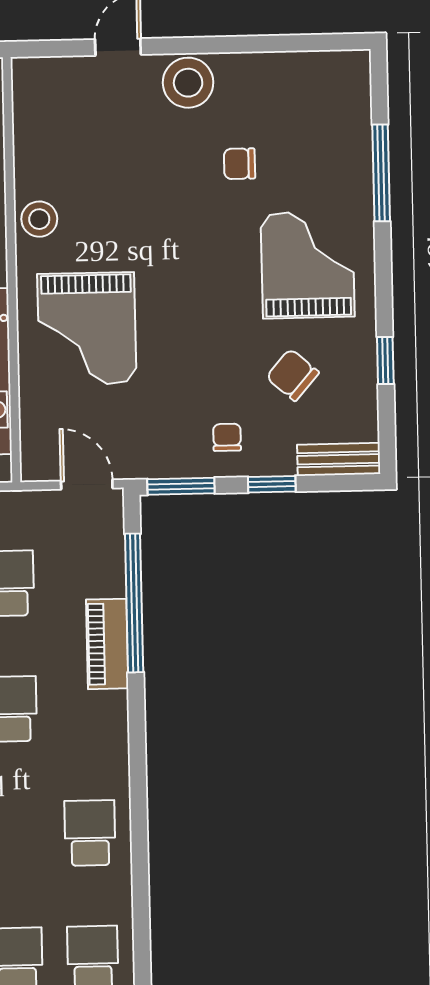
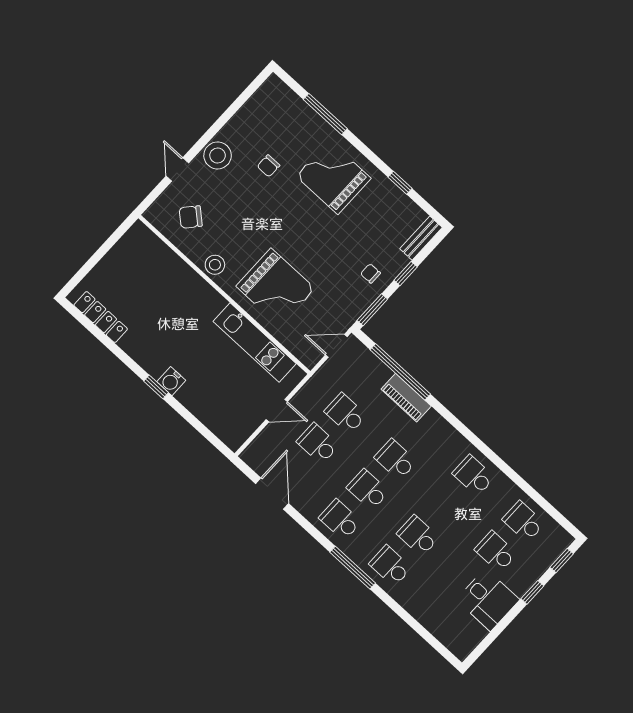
chair: (293, 375) -> (191, 217), moved

